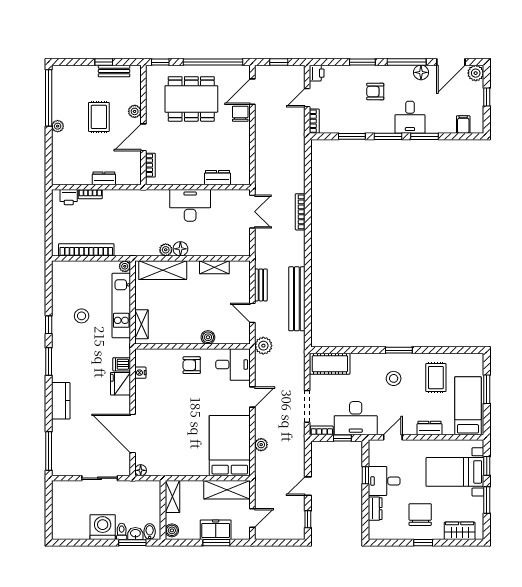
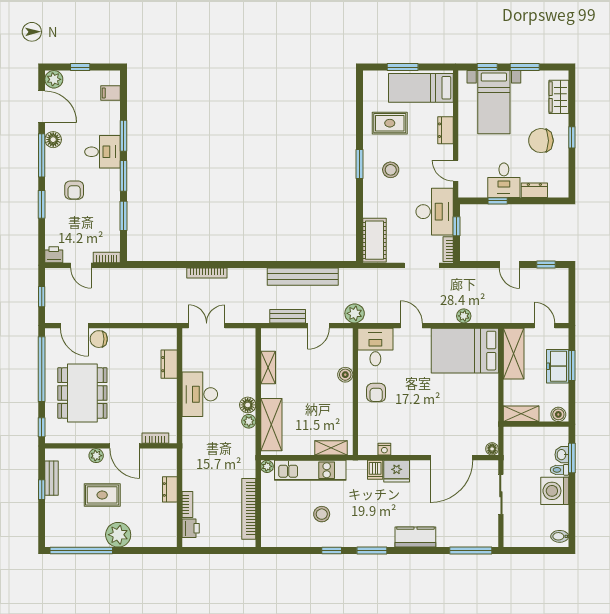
plant: (58, 126) -> (118, 535), width x1.88, depth x1.88
bidet: (150, 532) -> (560, 536), moved

